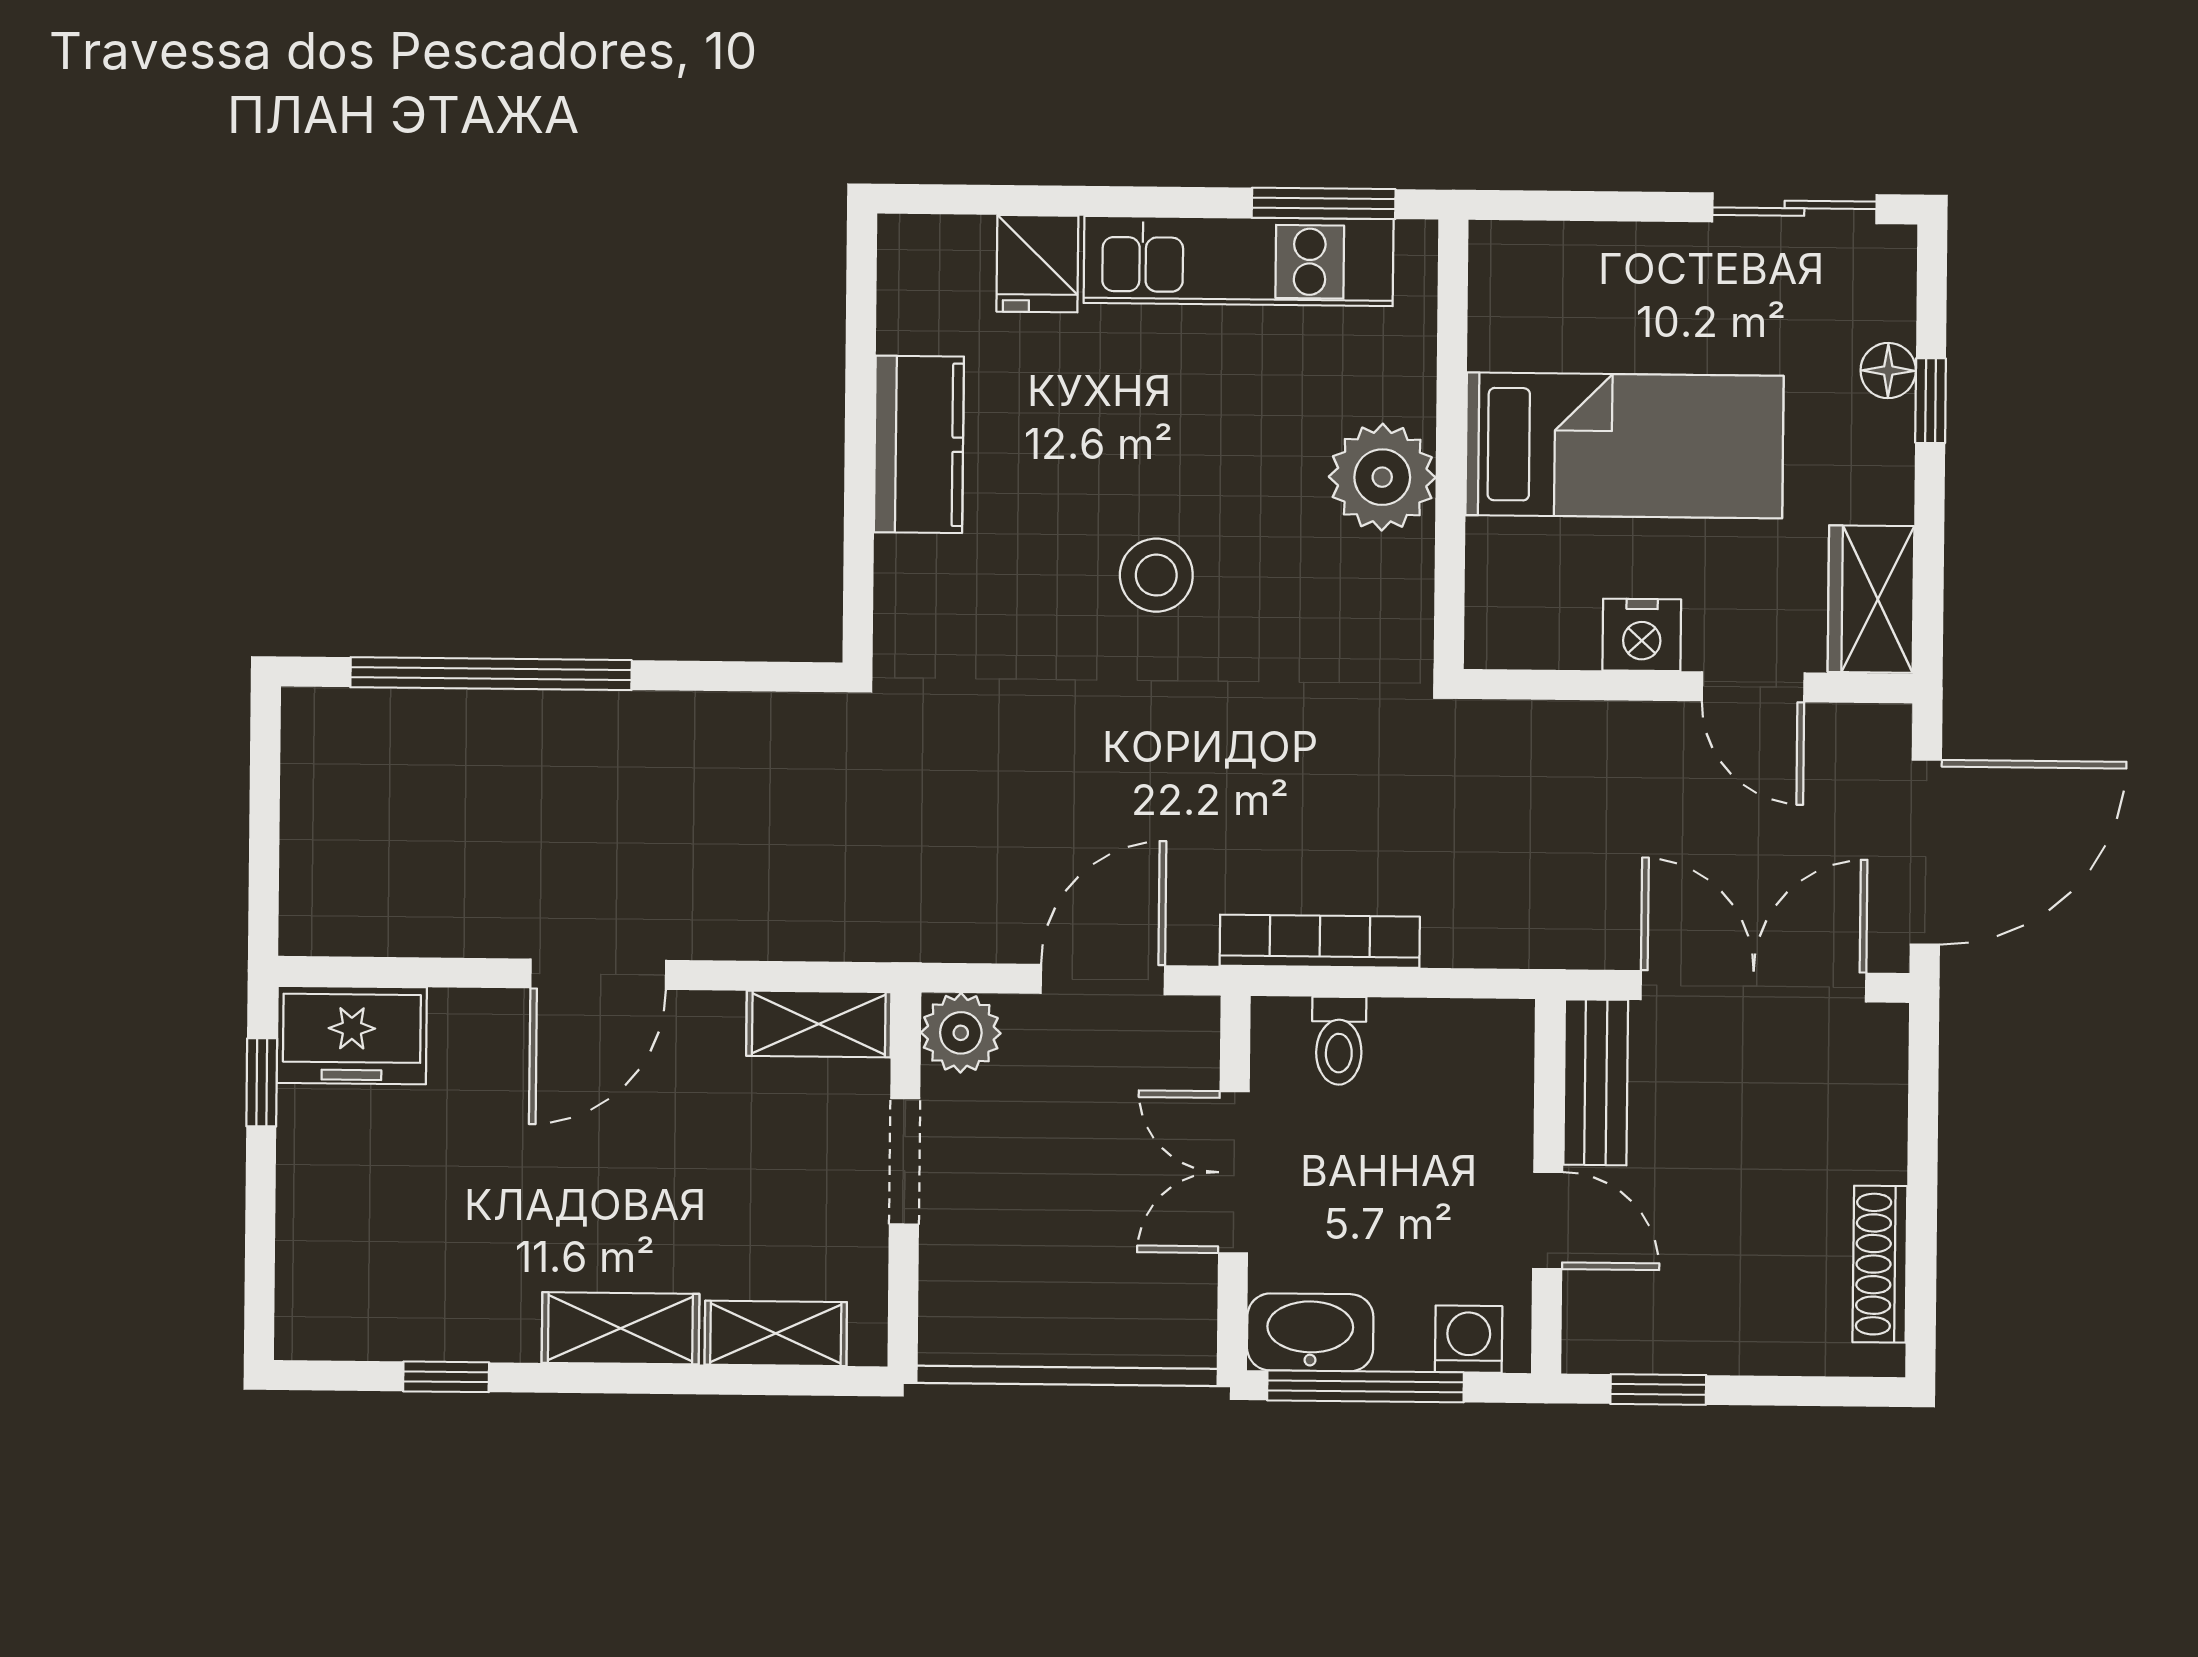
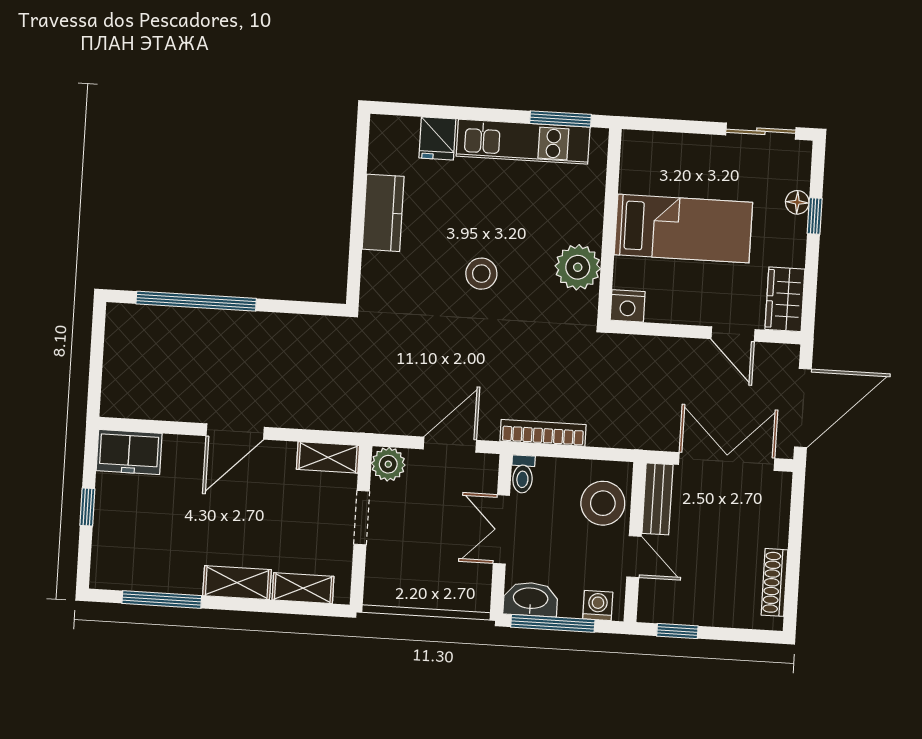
plant: (1382, 477) -> (578, 267), moved
nightstand: (1642, 635) -> (628, 306), moved
toilet: (1339, 1041) -> (523, 474), moved
window: (262, 1082) -> (87, 507), moved
stool: (1468, 1099) -> (603, 503), added
window: (446, 1377) -> (162, 599), width x2.17

